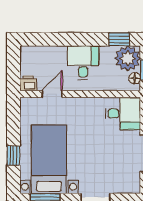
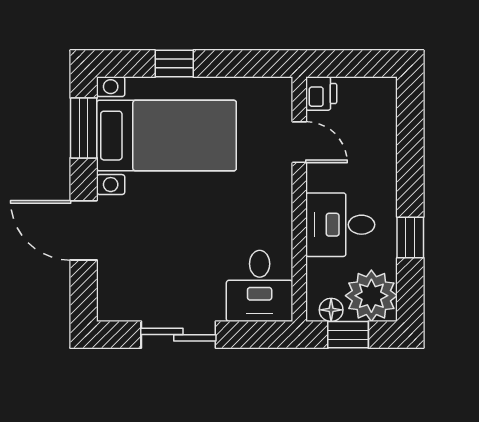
window: (119, 39) -> (410, 237), moved
desk: (83, 63) -> (340, 225), moved, turned 180

